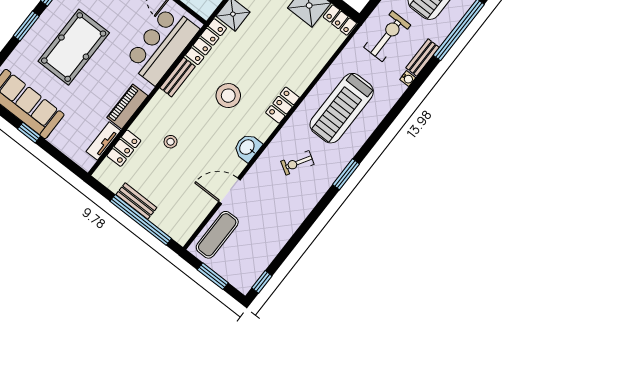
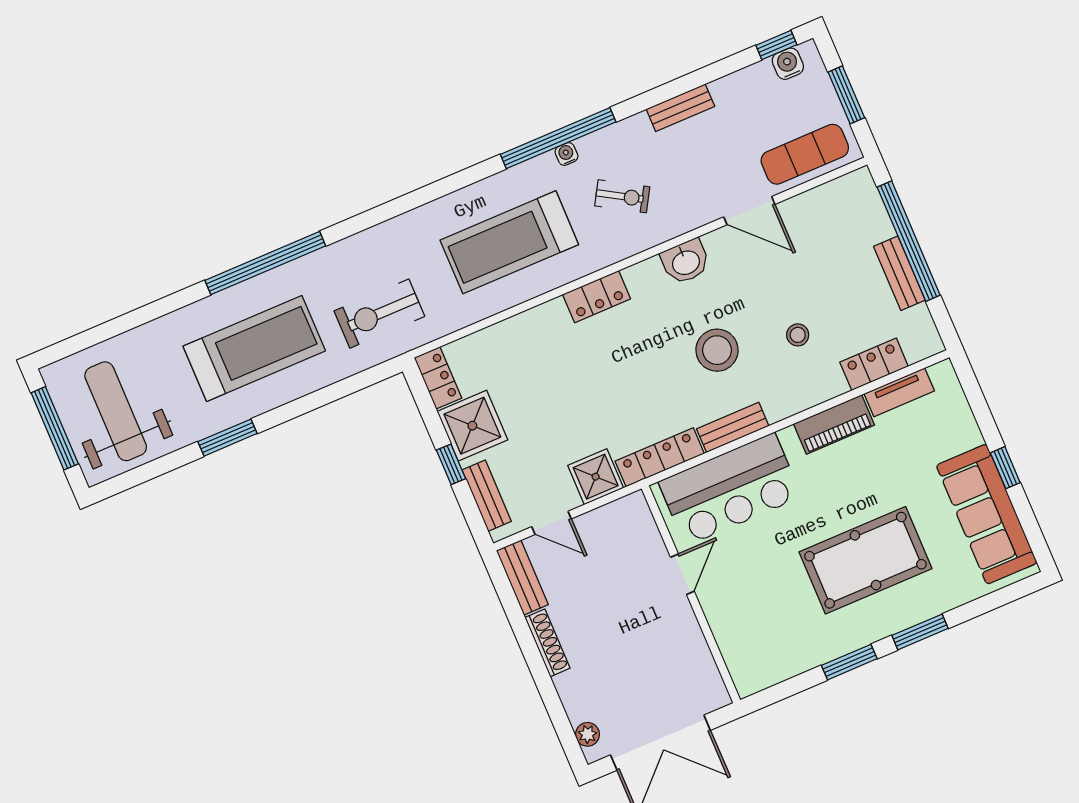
bench: (422, 58) -> (680, 108), moved
water cooler: (408, 79) -> (566, 154), moved
stool: (228, 96) -> (717, 350), moved
treadmill: (342, 108) -> (509, 242), turned 180
window: (346, 174) -> (558, 138), width x2.11
water cooler: (251, 276) -> (788, 64), added

